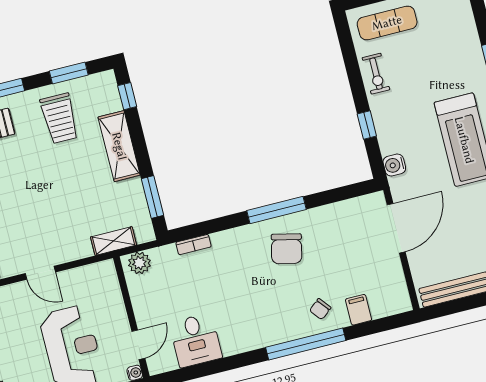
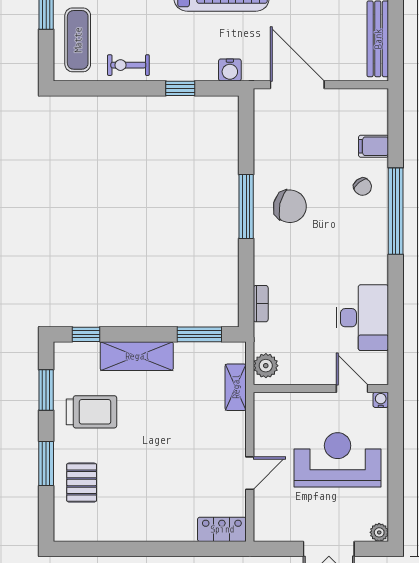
exercise bike: (376, 74) -> (128, 65), turned 180
desk: (196, 340) -> (362, 318), width x1.37

